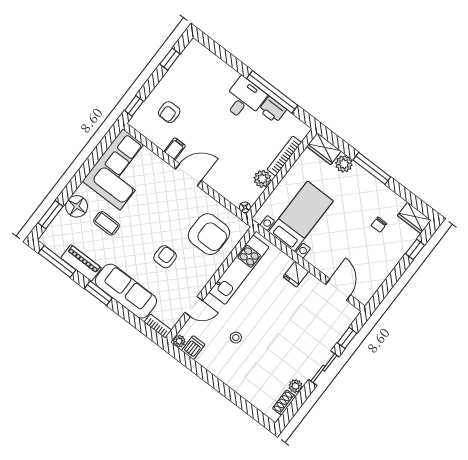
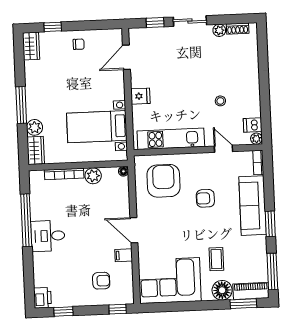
printer: (272, 110) -> (42, 298), moved
chair: (379, 225) -> (79, 44), moved
piano: (81, 263) -> (251, 291), moved, turned 90

